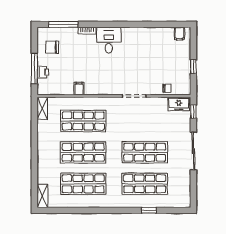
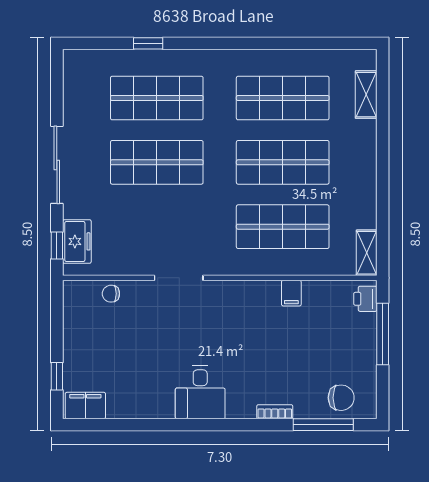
filing cabinet: (180, 34) -> (85, 406), width x2.00
desk: (109, 40) -> (200, 392), moved
chair: (52, 47) -> (341, 398), moved
window: (193, 67) -> (57, 376), moved
printer: (43, 72) -> (365, 299), moved
freezer: (179, 104) -> (77, 241), moved, turned 90
shelving: (42, 196) -> (366, 95), moved

